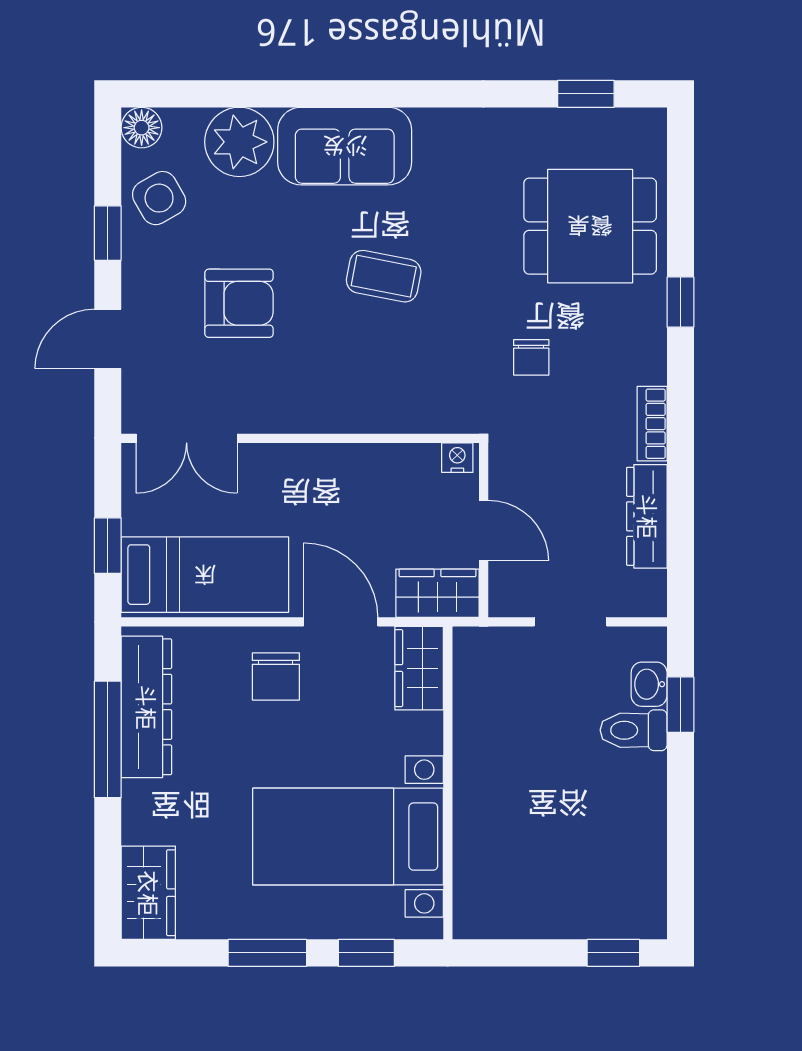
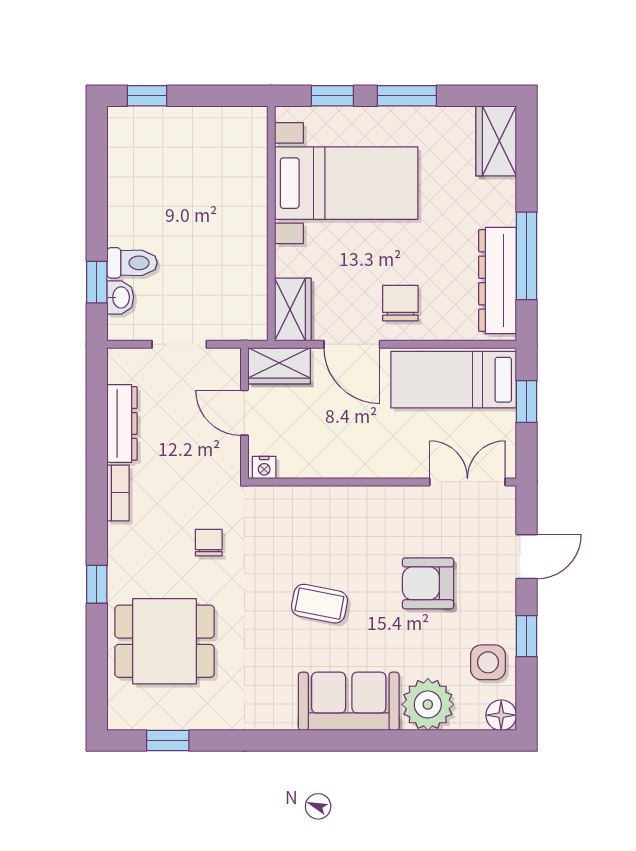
side table: (159, 198) -> (488, 662), turned 30

